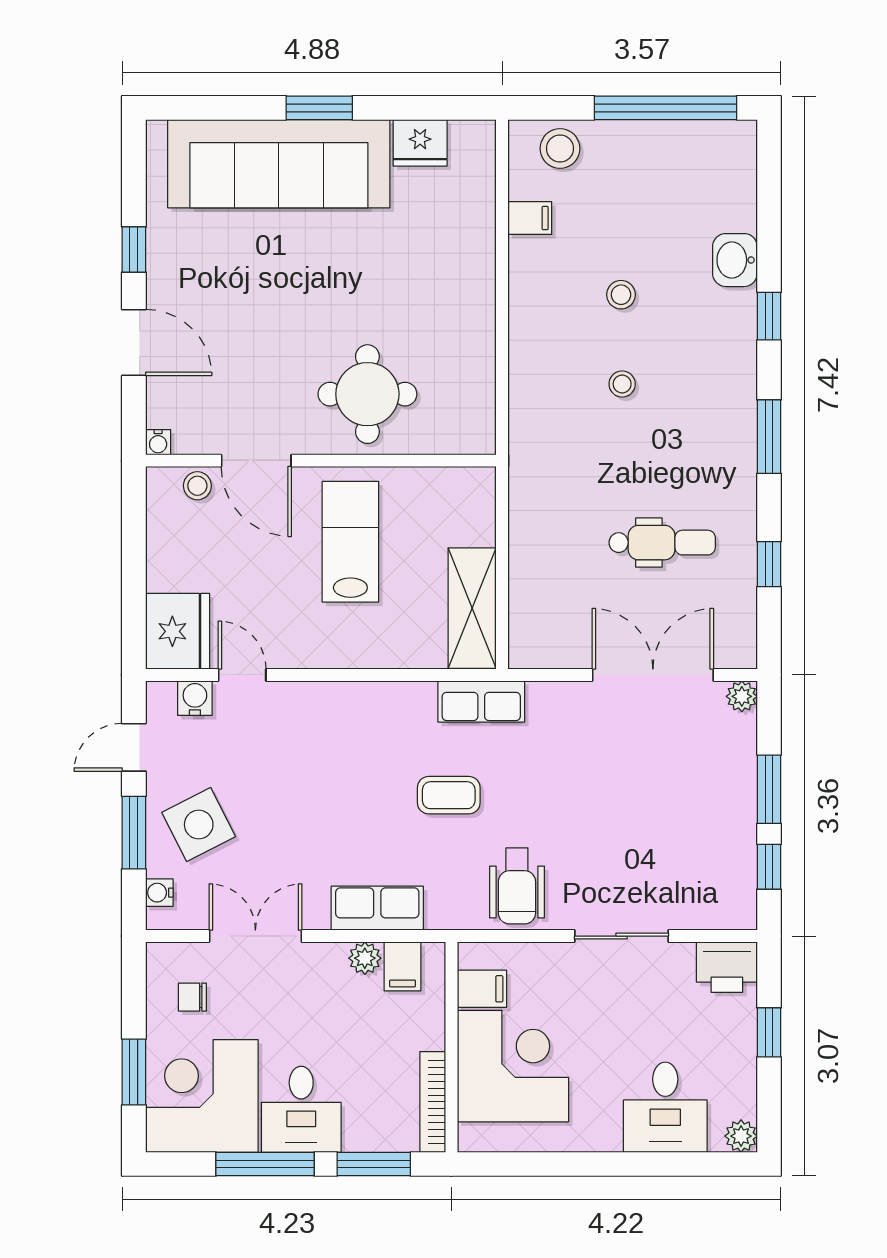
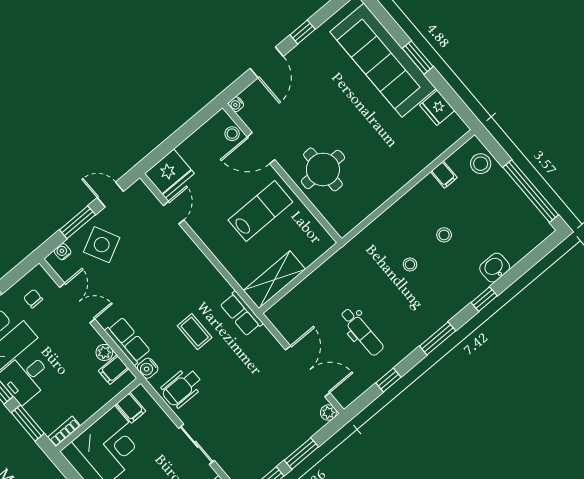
door: (256, 461) -> (261, 148), hinge flipped
water cooler: (195, 698) -> (148, 368), moved, turned 180
bookcase: (433, 1102) -> (64, 431), width x0.64

